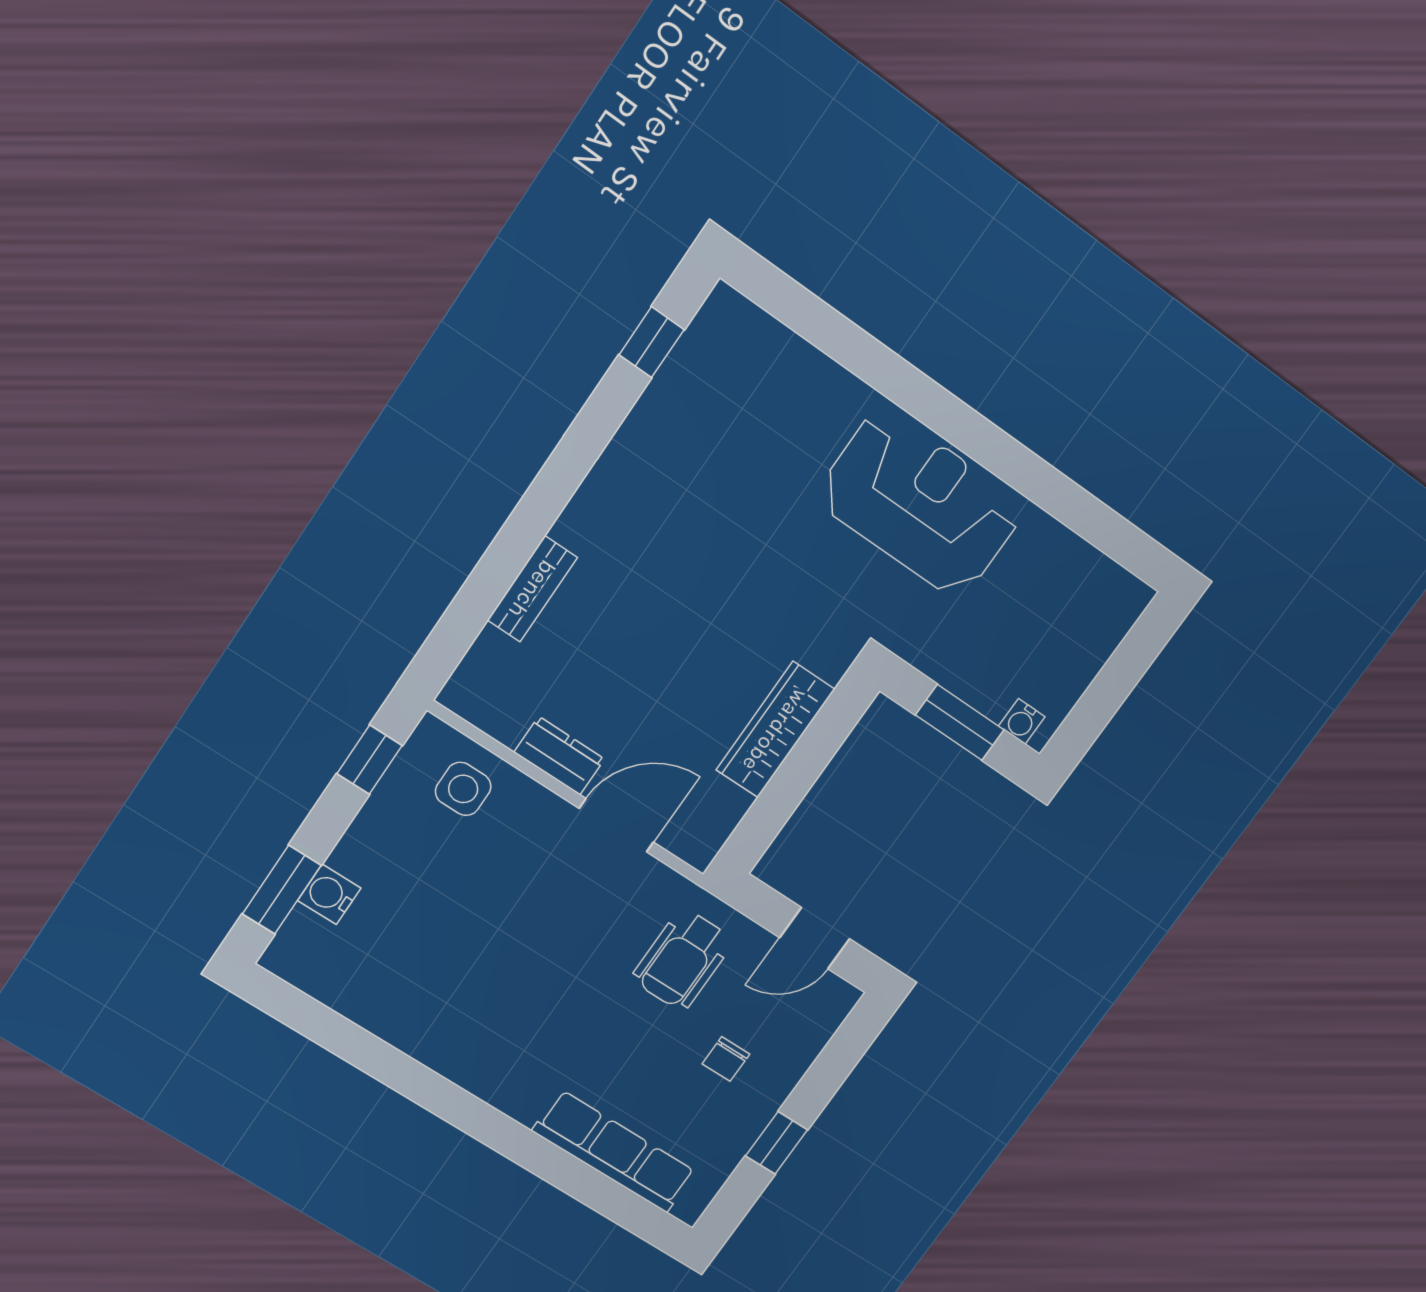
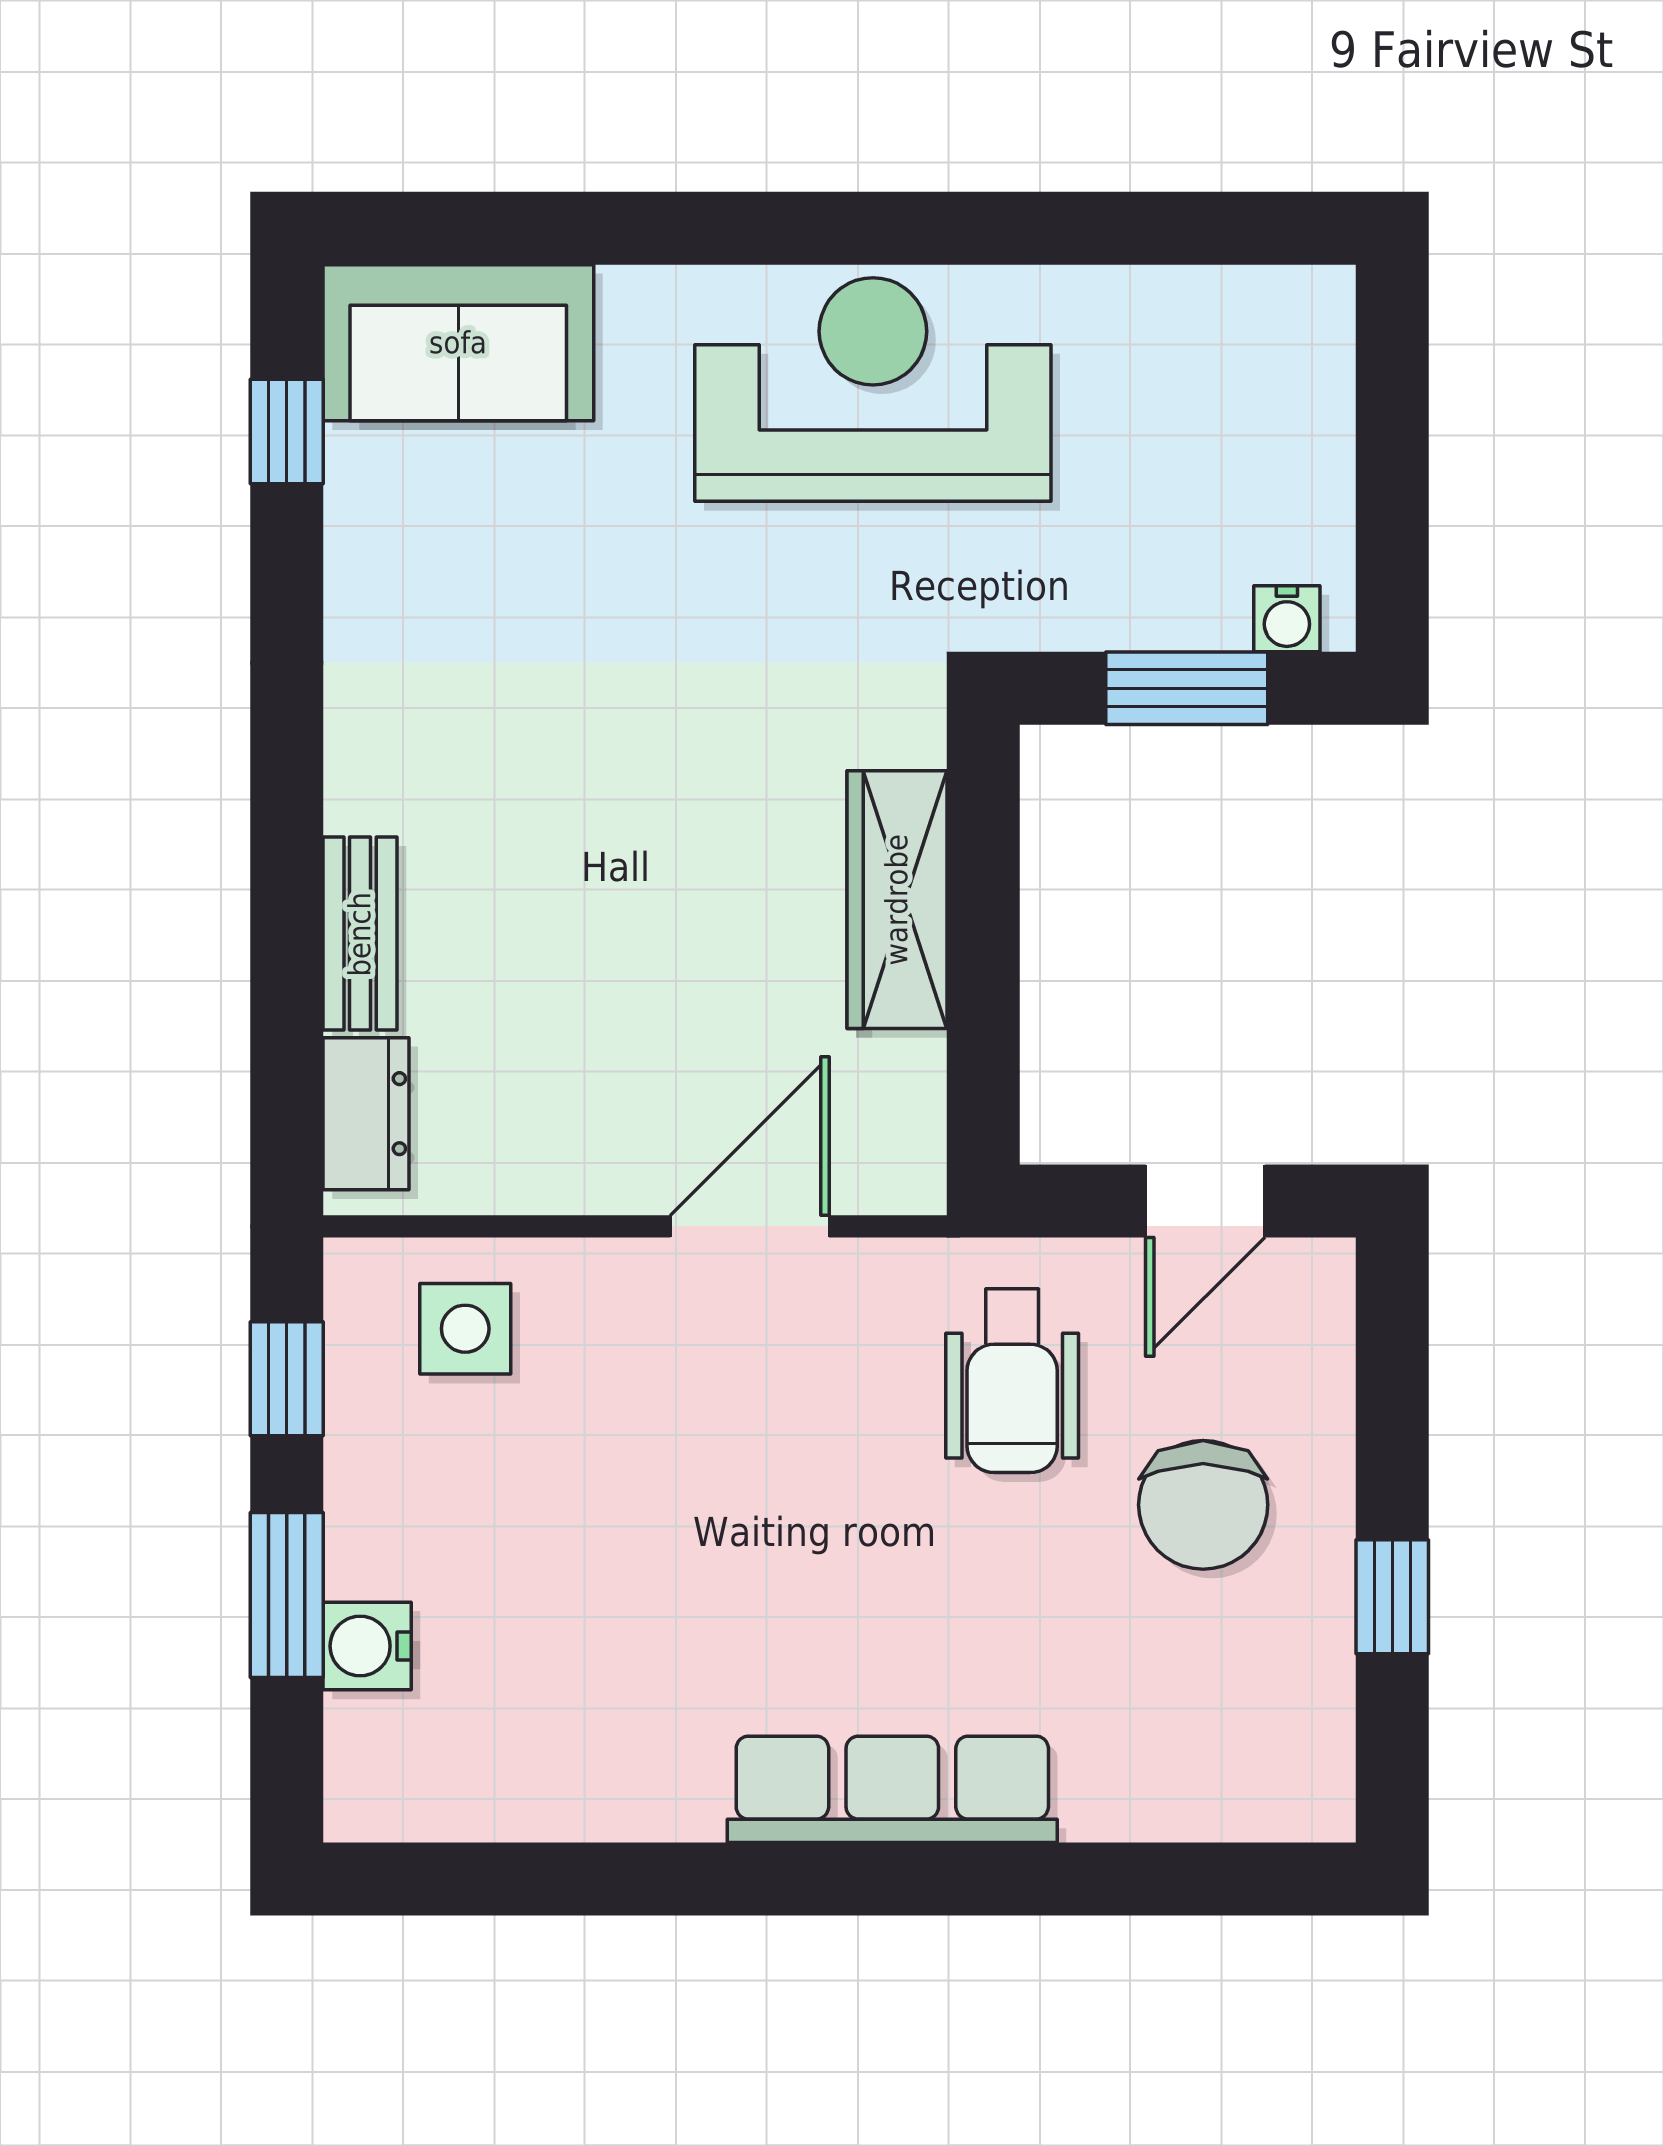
sofa: (755, 356) -> (458, 343), added
dresser: (559, 756) -> (366, 1114), moved, turned 90
window: (282, 890) -> (287, 1595), moved
chair: (726, 1059) -> (1203, 1505), width x1.87, depth x1.87
row of seats: (614, 1151) -> (892, 1789), moved

